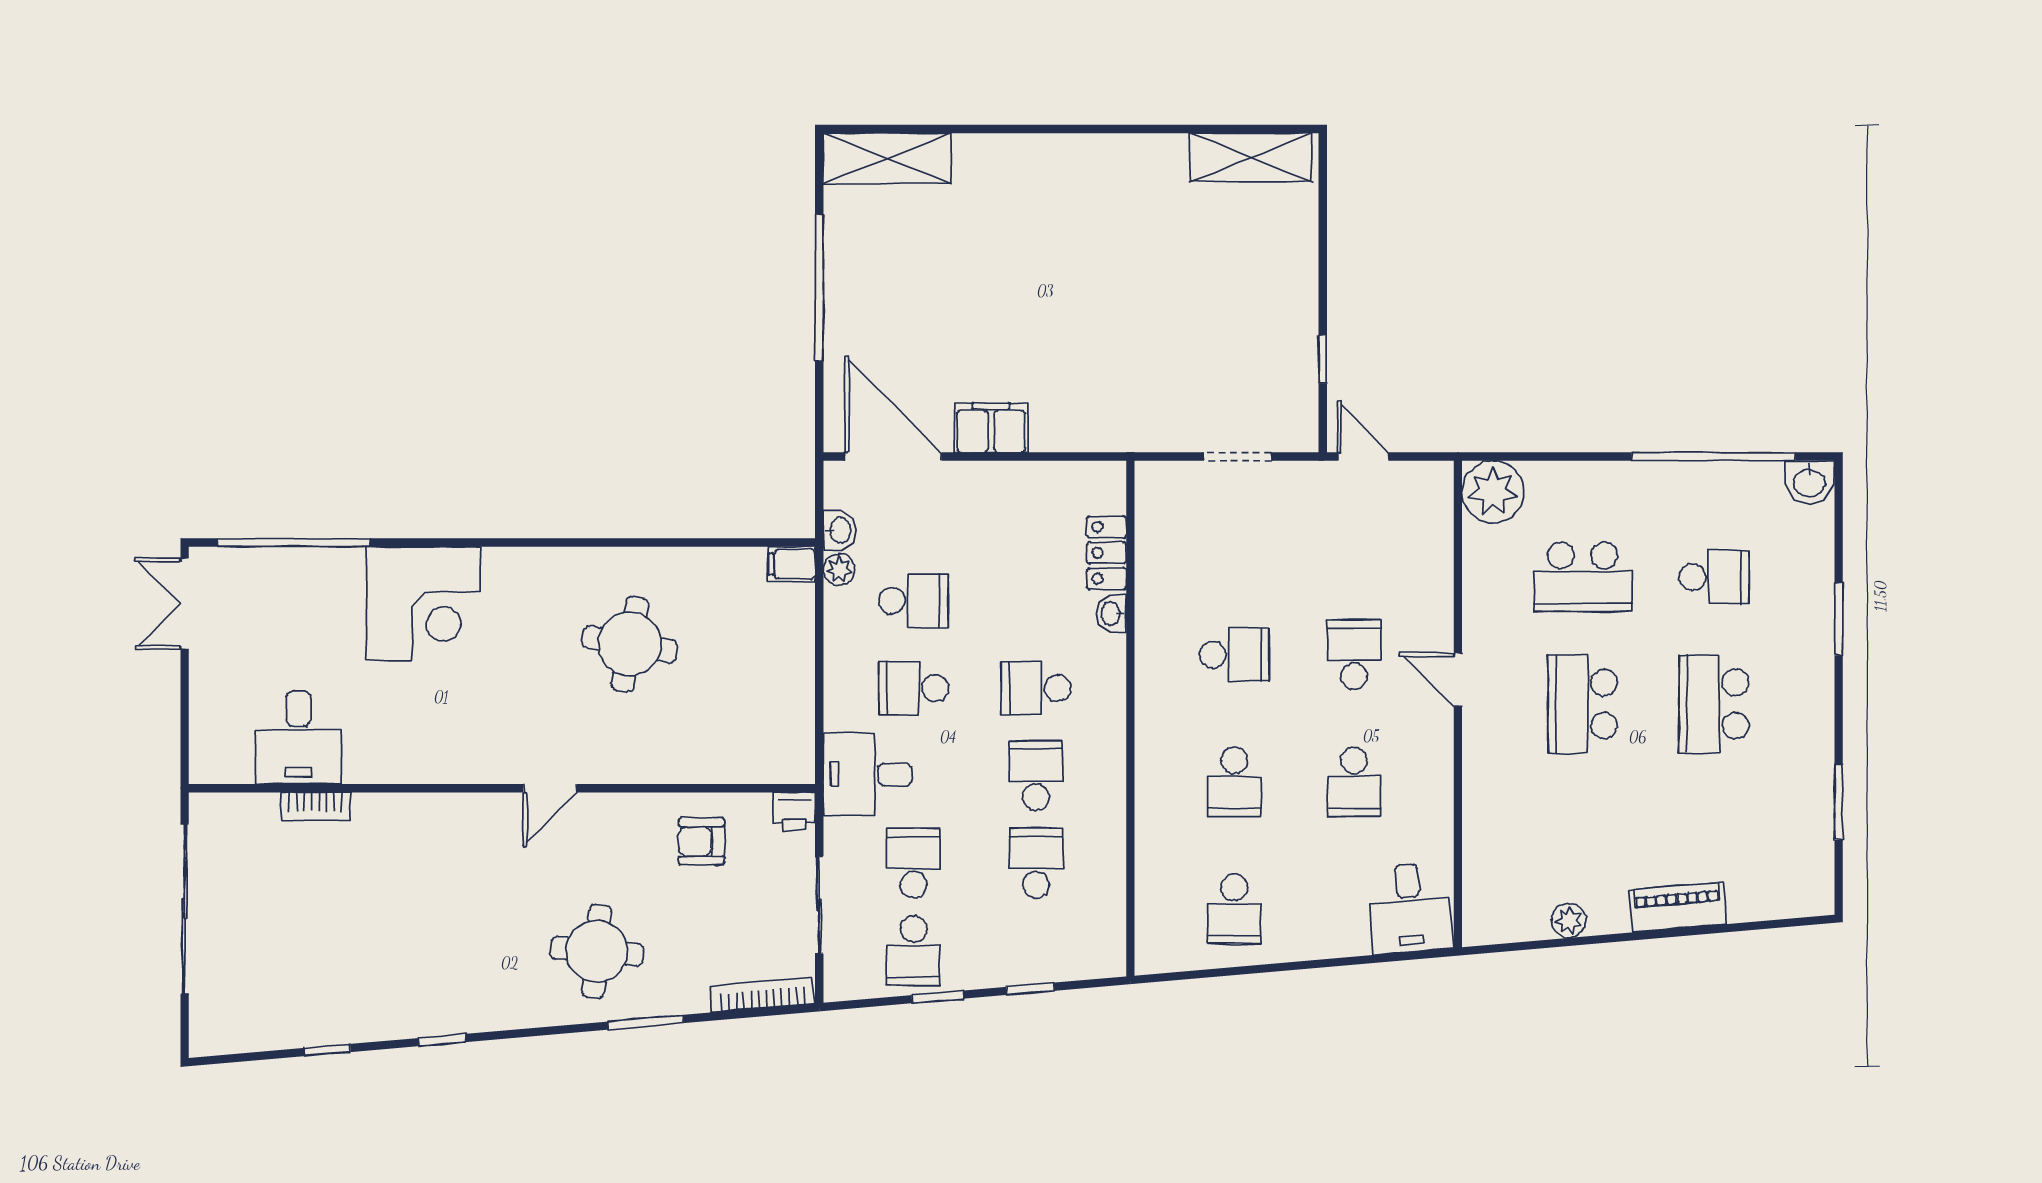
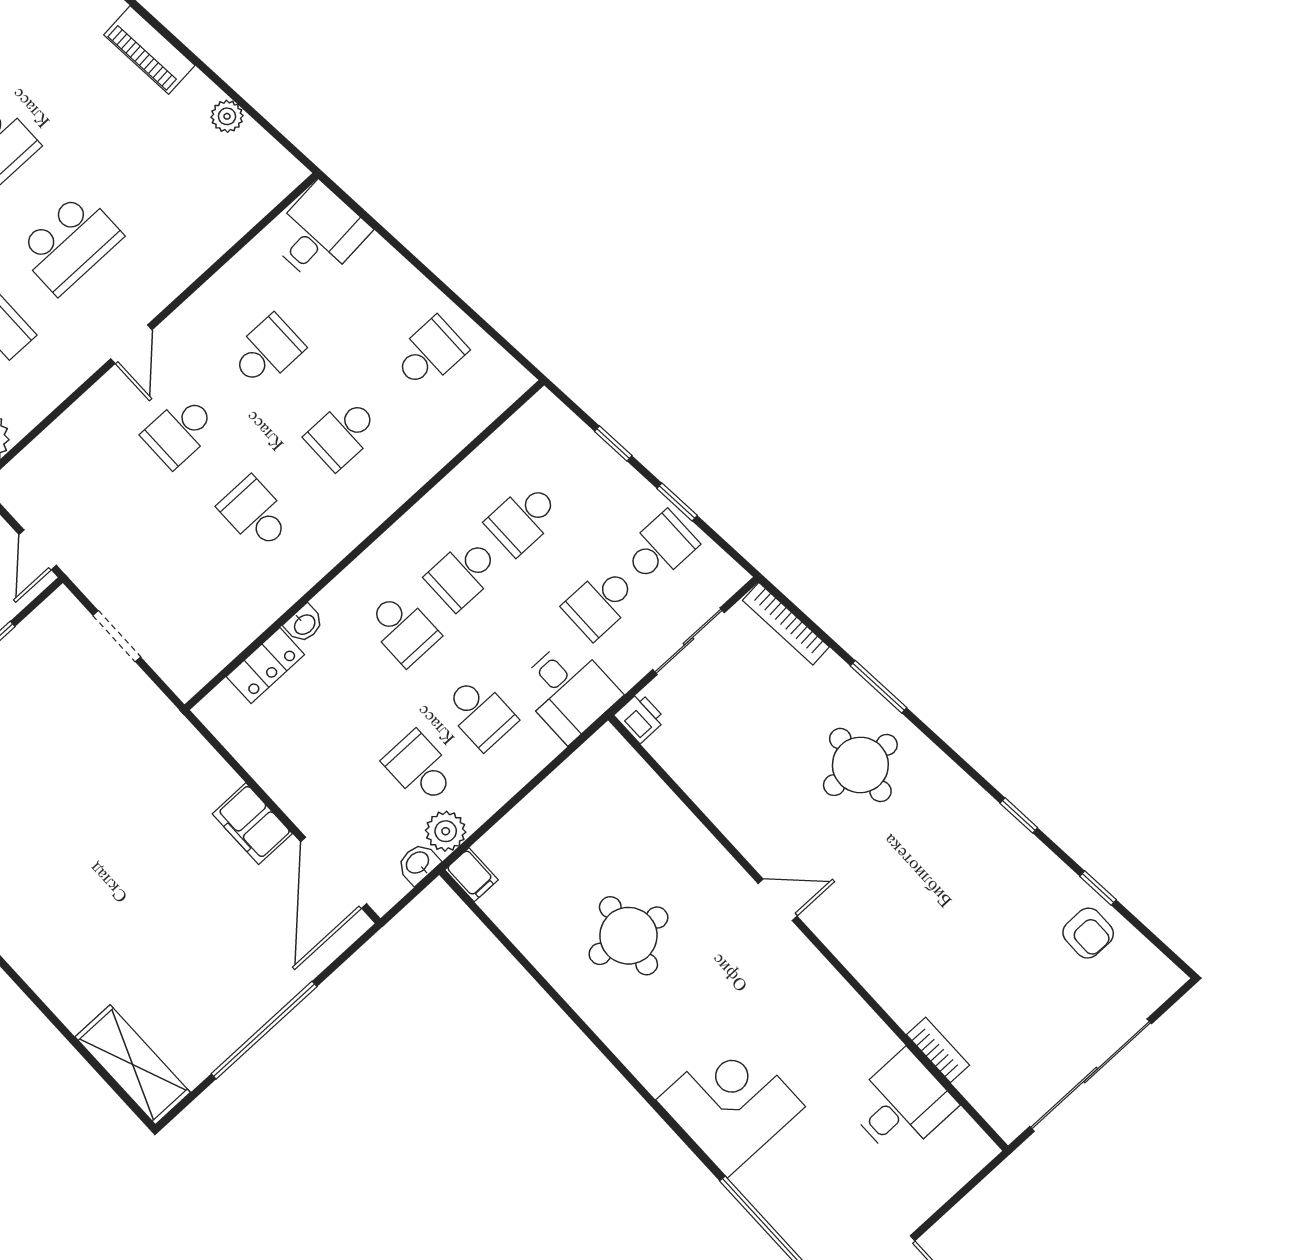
plant: (839, 569) -> (446, 831), width x1.38, depth x1.38
school desk: (1234, 782) -> (342, 434), turned 180
armchair: (702, 841) -> (1088, 933), moved

